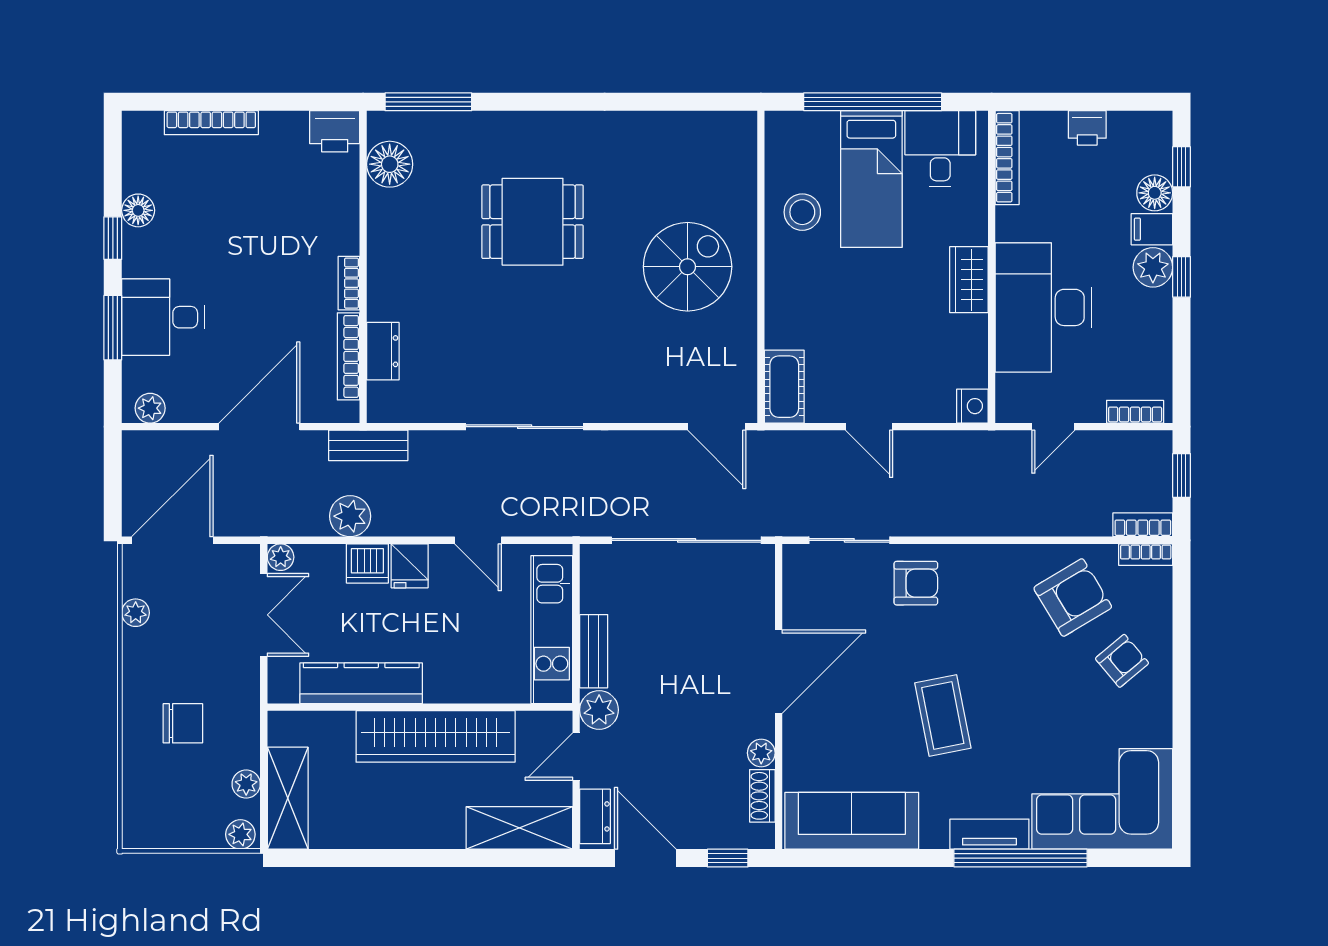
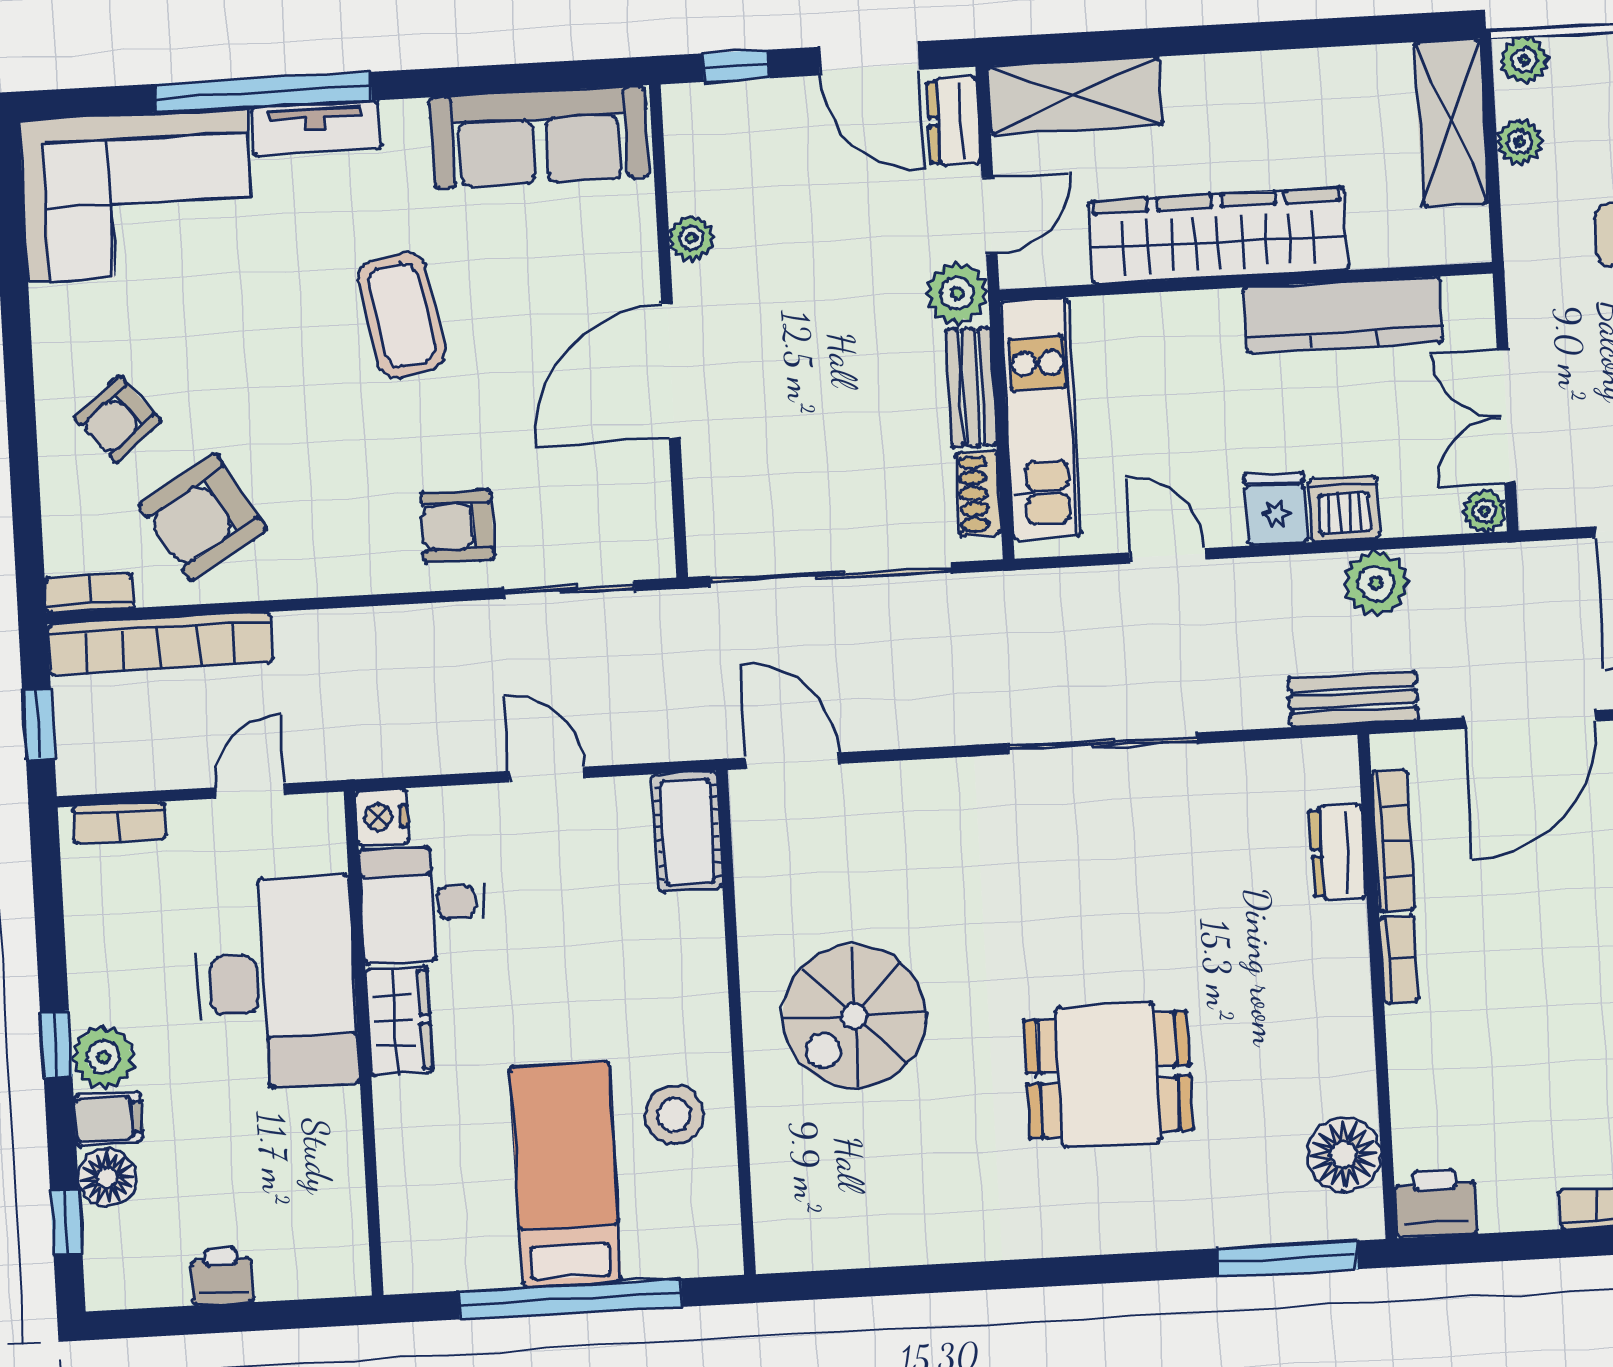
desk: (940, 149) -> (423, 904), moved, turned 90
bookcase: (1007, 158) -> (348, 1221), removed
bookcase: (1143, 525) -> (160, 643), width x2.31, depth x1.31
shoe rack: (762, 796) -> (979, 493), moved, turned 180

